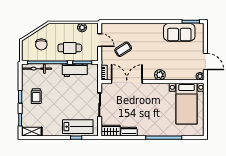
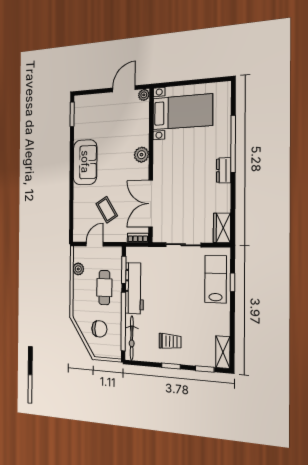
sofa: (179, 32) -> (85, 162), moved
workbench: (75, 70) -> (134, 288), width x1.38
dresser: (129, 132) -> (224, 170), moved

